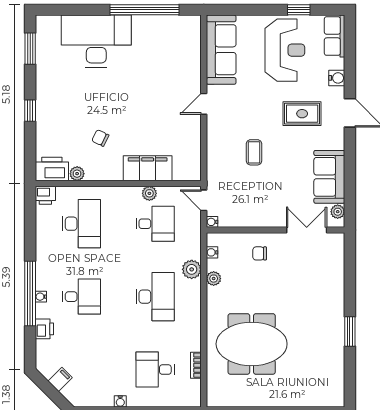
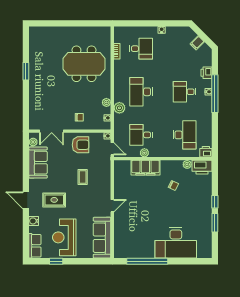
window: (30, 49) -> (215, 223), moved
armchair: (257, 207) -> (81, 145), added
desk: (81, 224) -> (185, 135), turned 180

